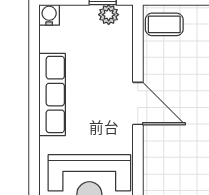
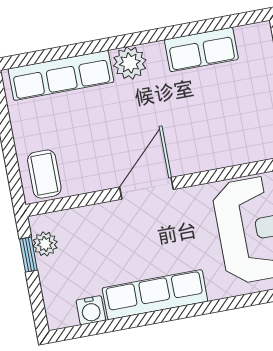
water cooler: (49, 15) -> (91, 310), moved, turned -90

